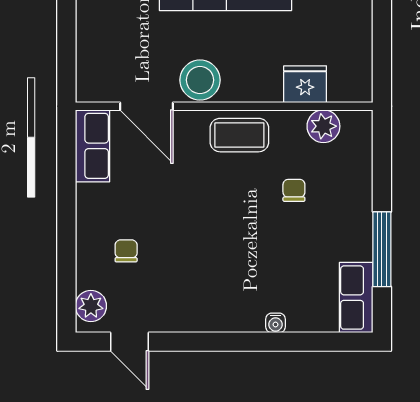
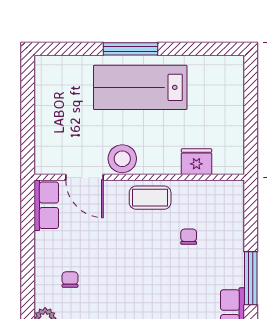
plant: (323, 126) -> (209, 191), removed

